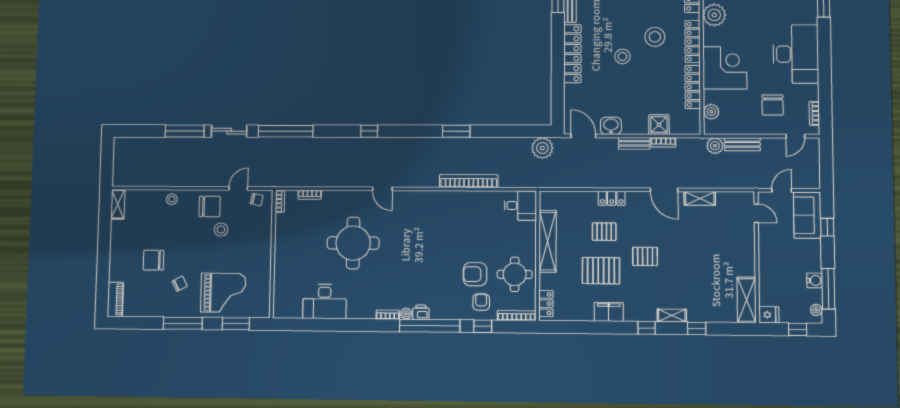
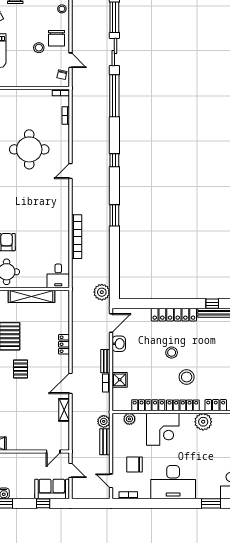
window: (456, 131) -> (114, 215), moved
pallet: (604, 232) -> (39, 339), removed

